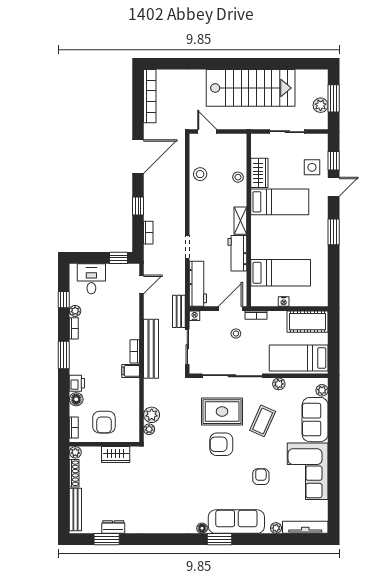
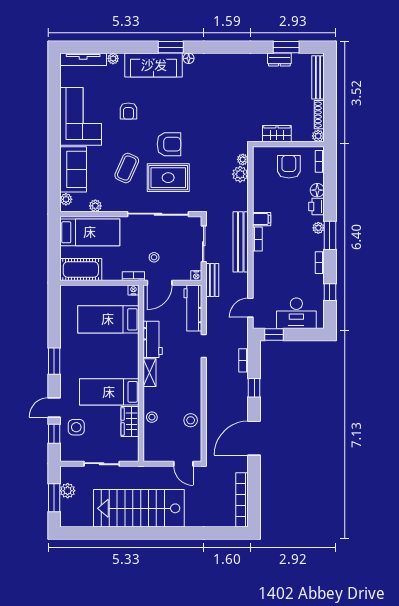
desk: (91, 279) -> (296, 313), width x1.37
nightstand: (284, 302) -> (133, 290), moved
plant: (75, 311) -> (318, 228), moved
plant: (279, 384) -> (95, 206), moved

